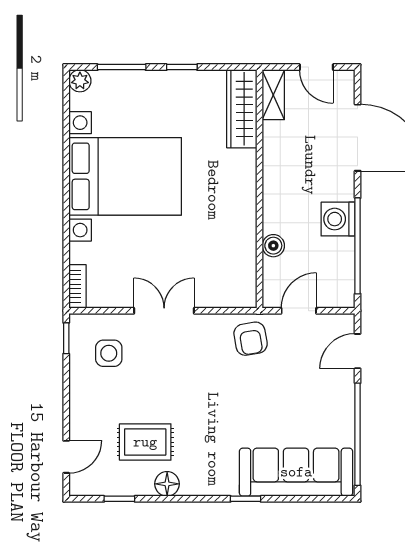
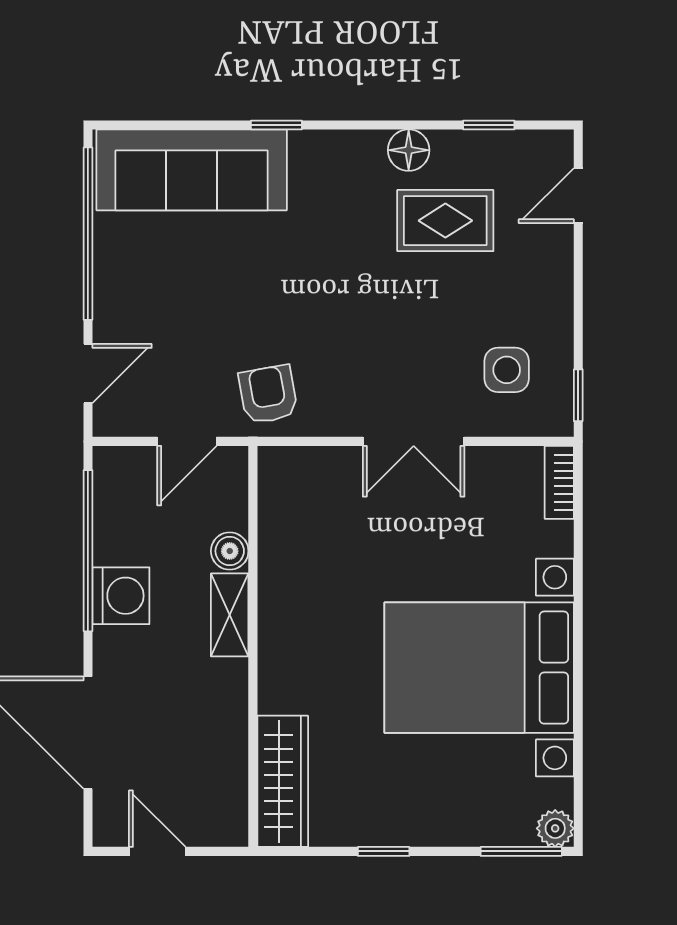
window: (122, 67) -> (521, 851), moved
shelving: (273, 95) -> (230, 615), moved

